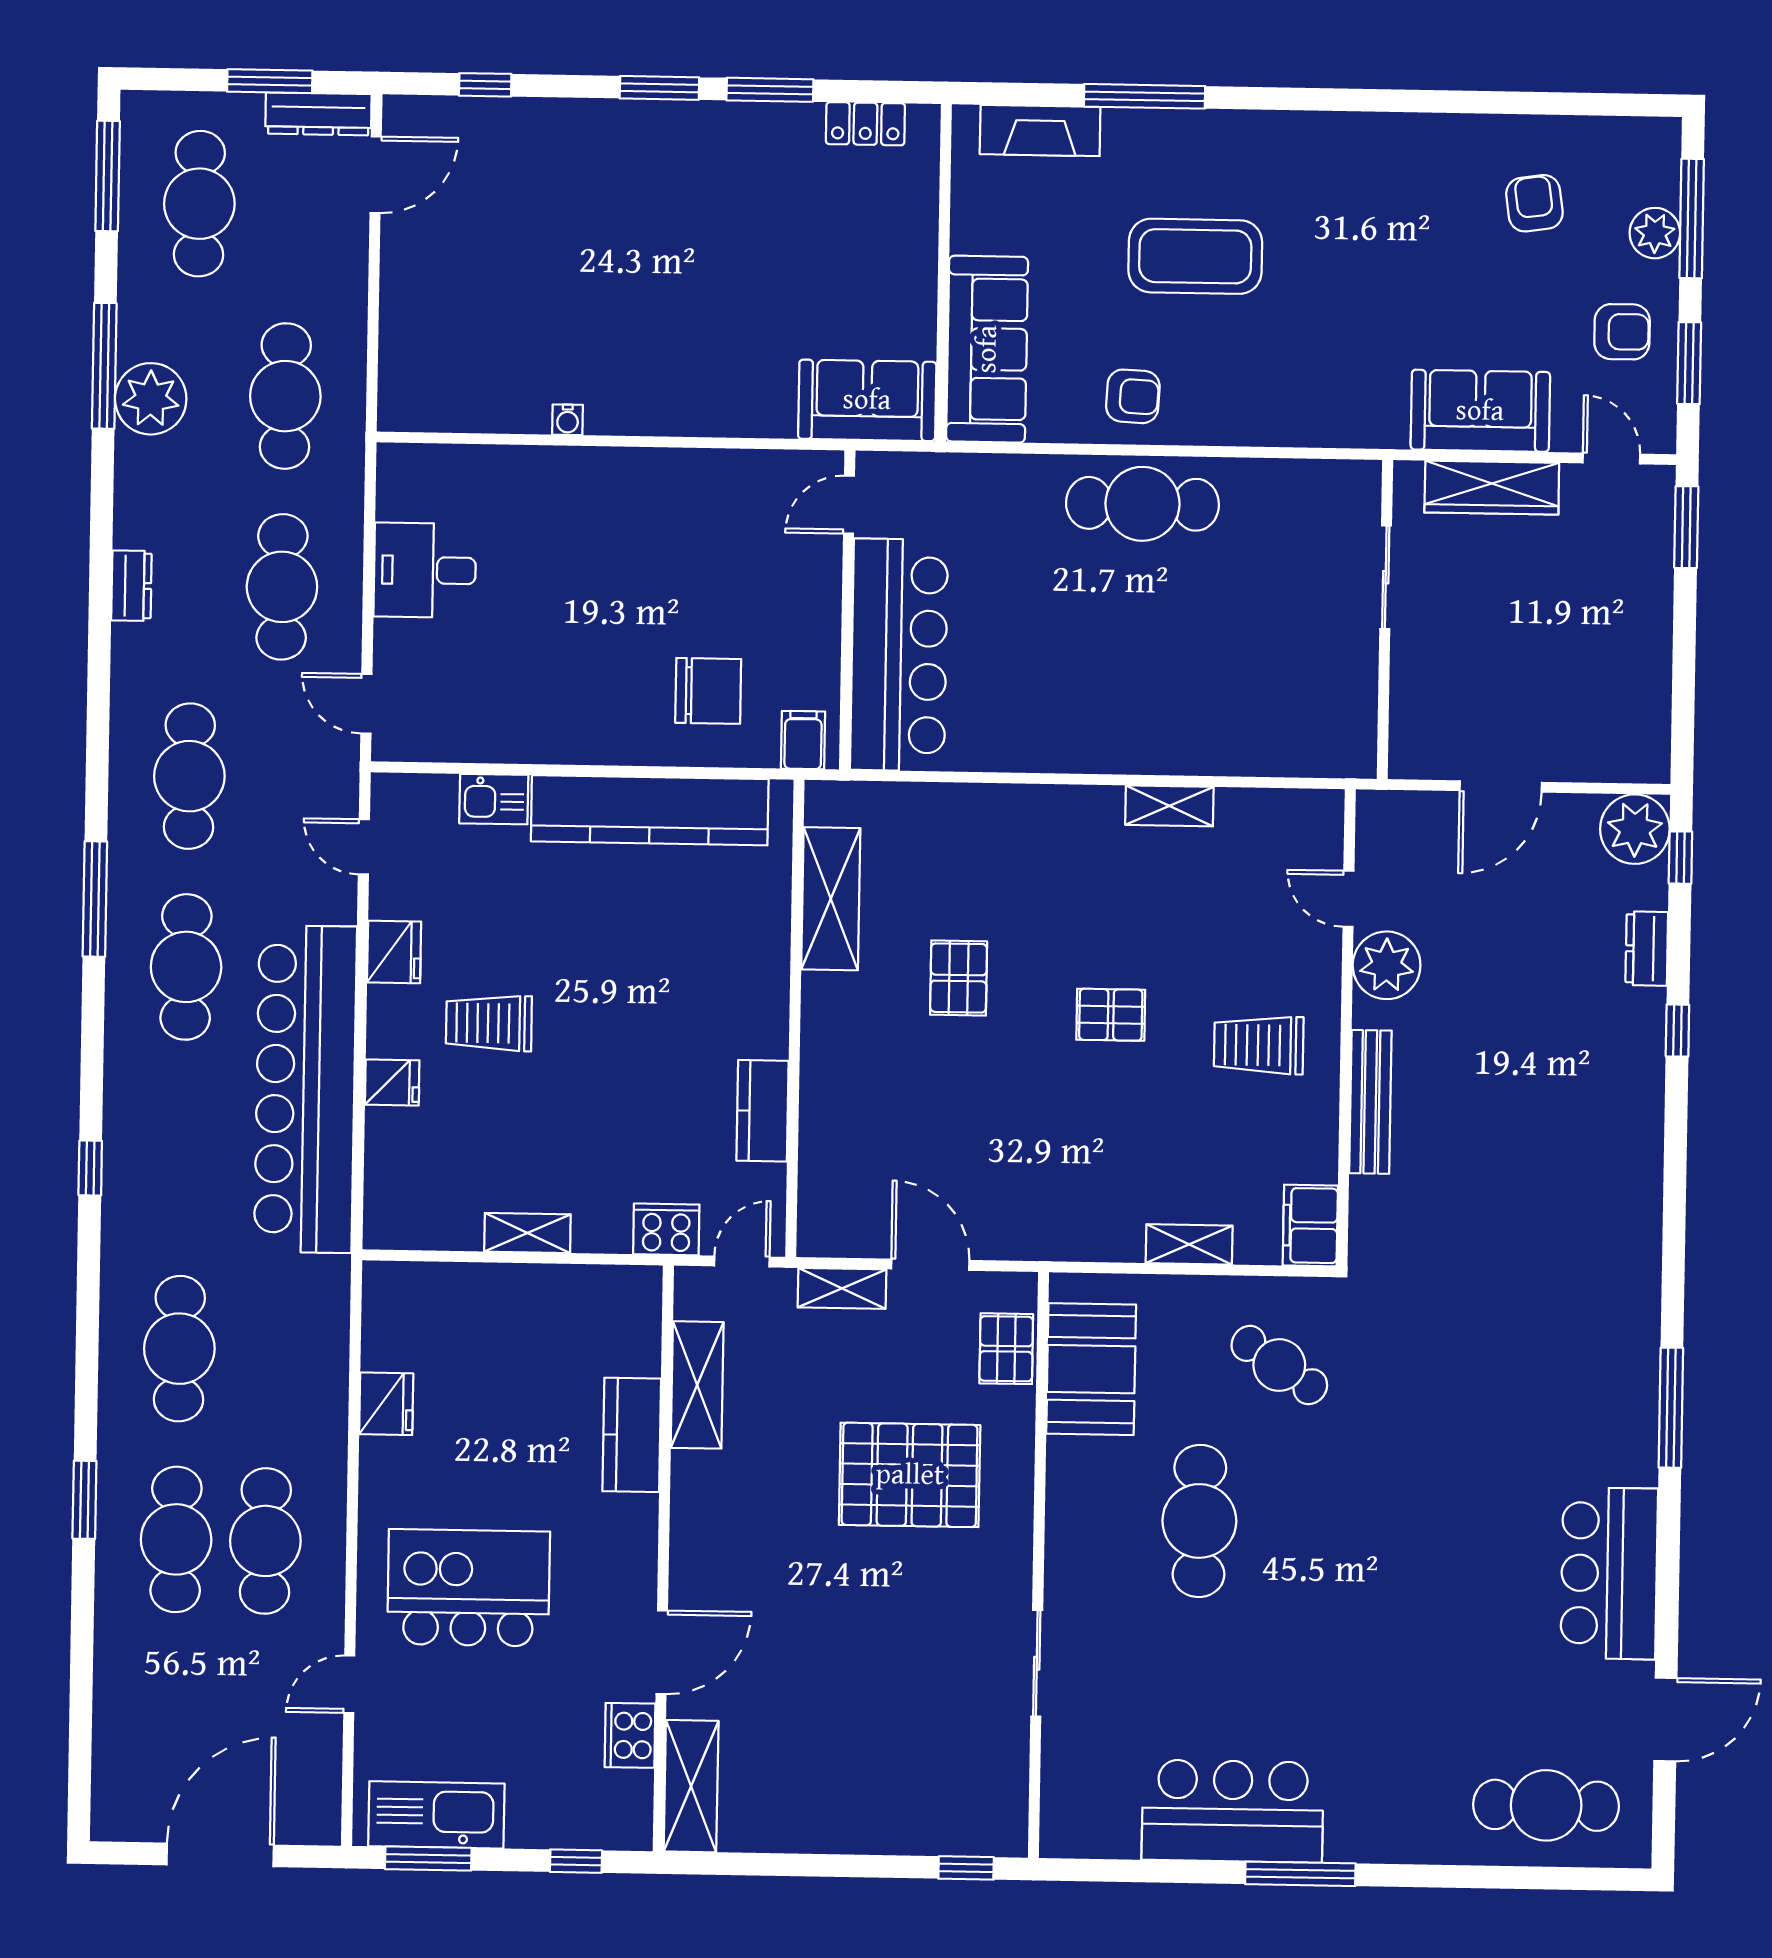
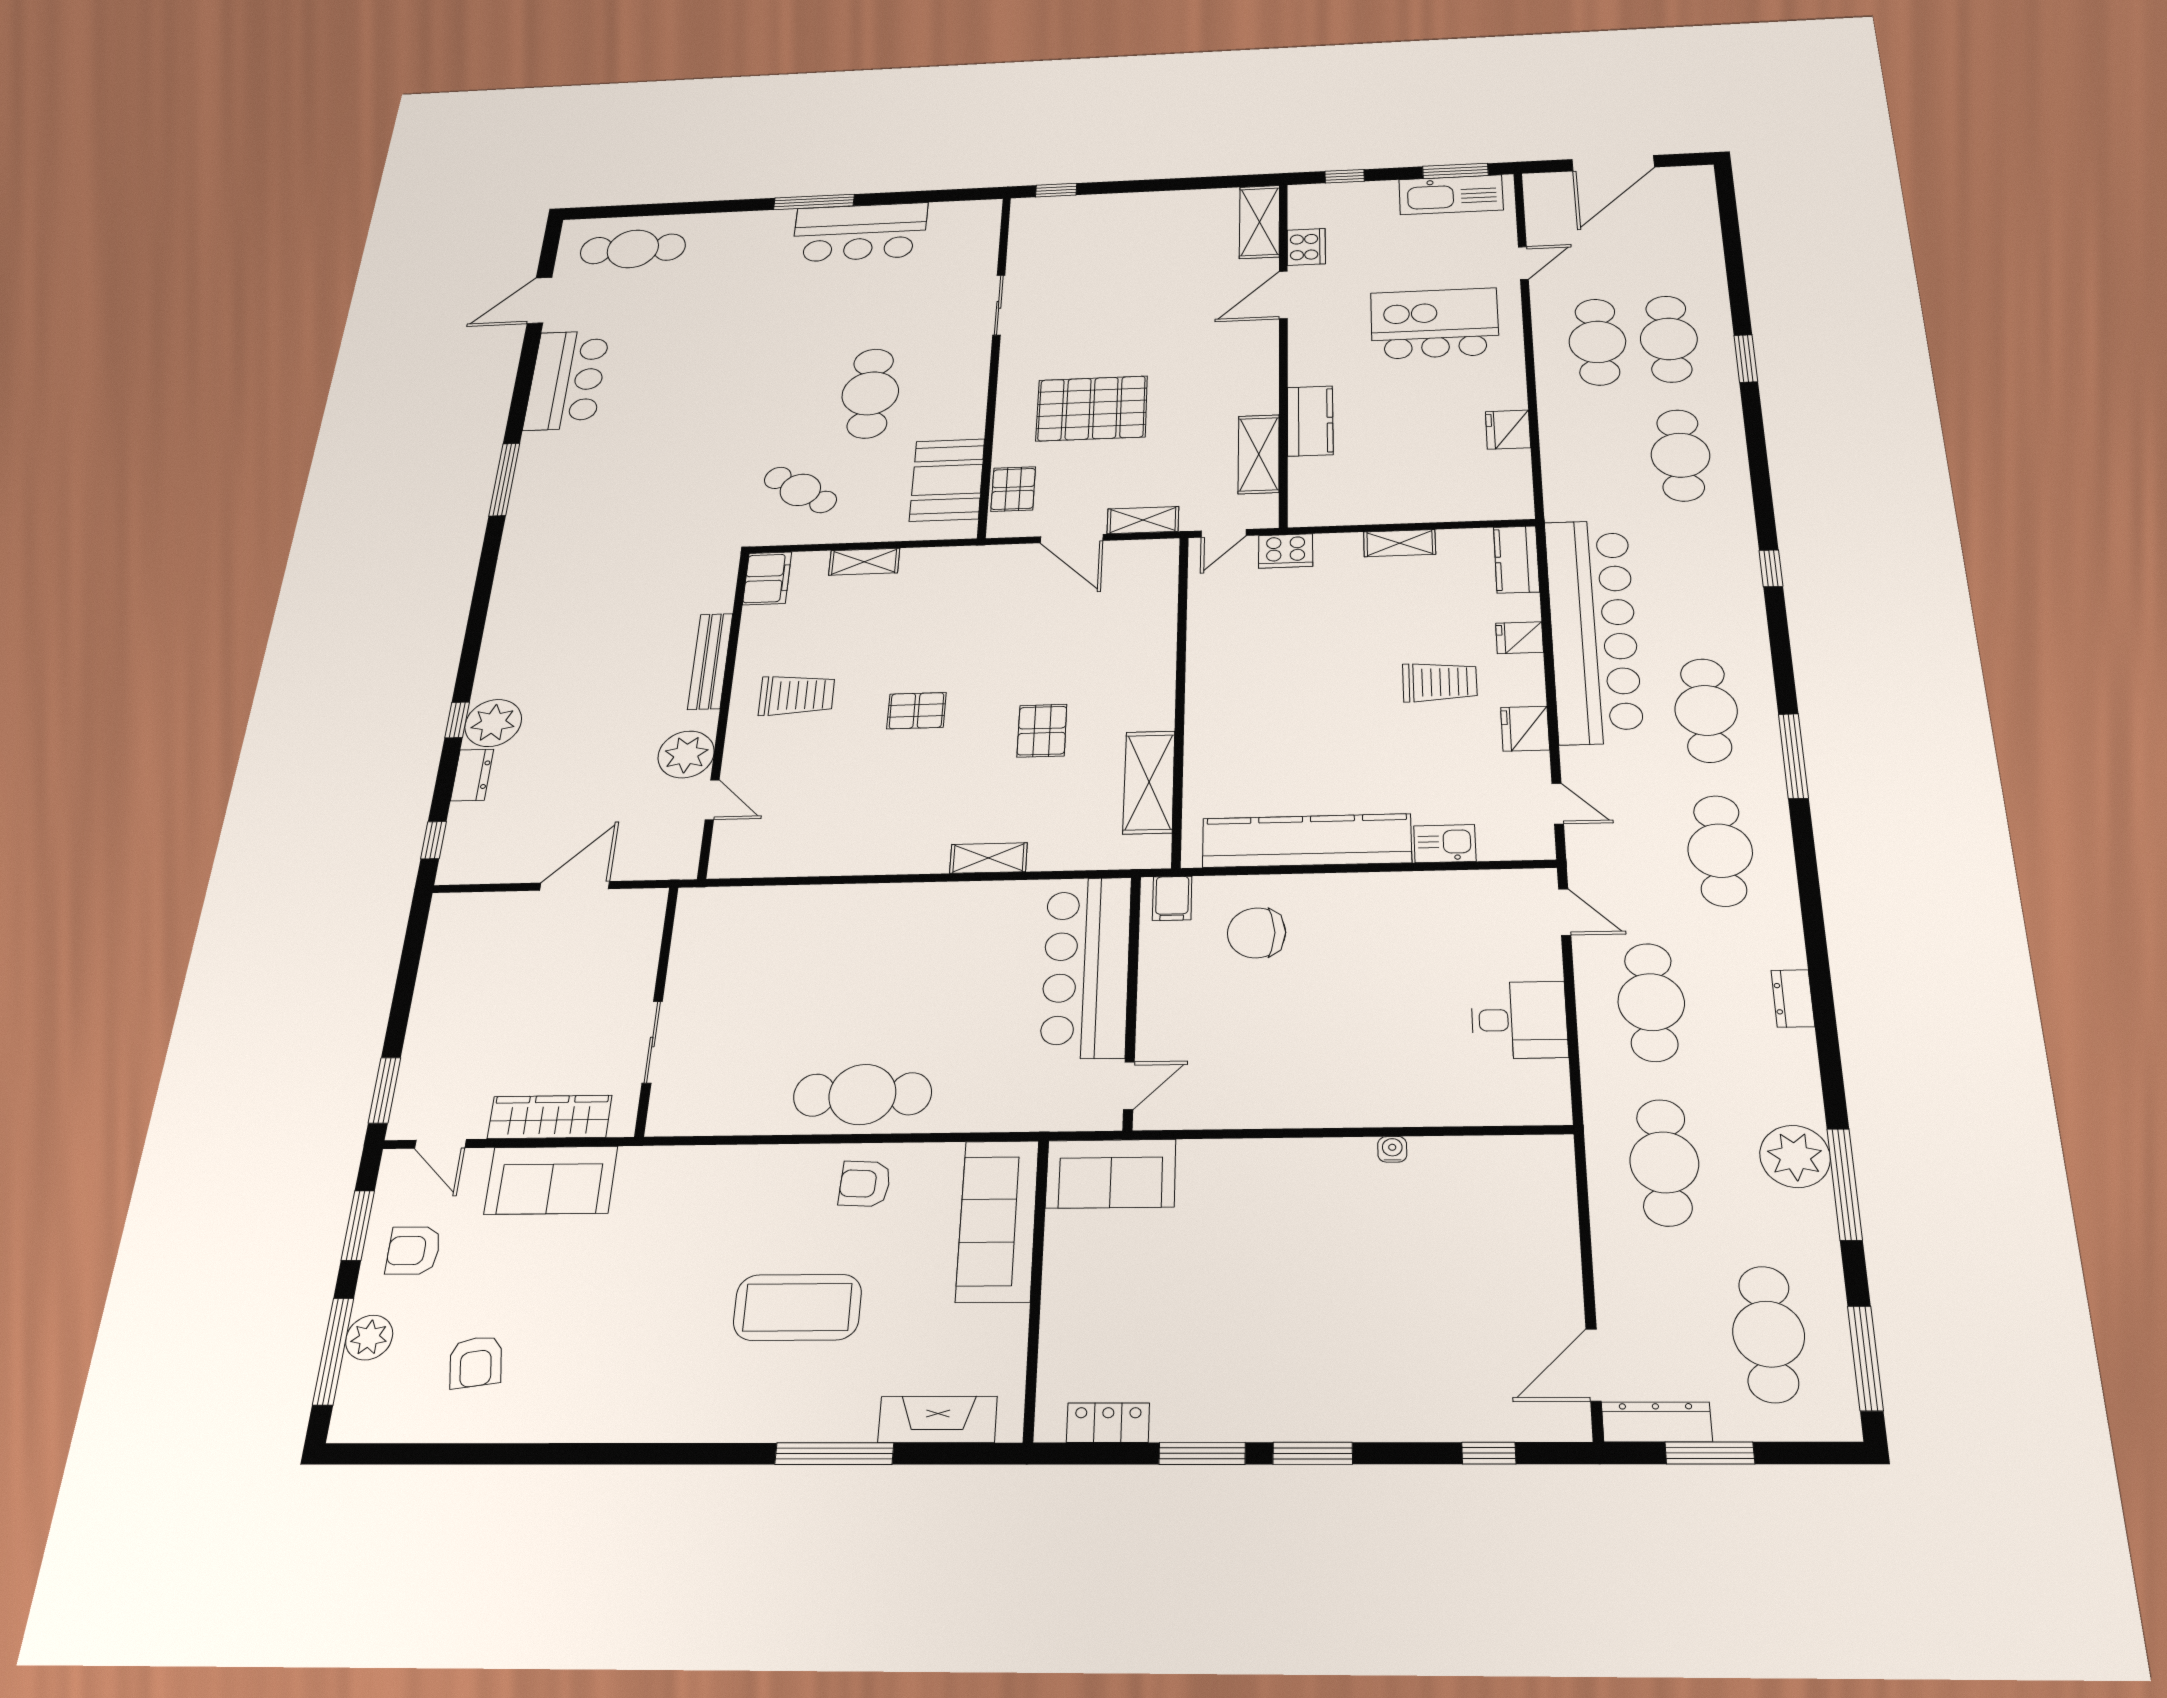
shelving: (1169, 806) -> (989, 858), moved
plant: (1635, 829) -> (493, 723), moved
kitchen counter: (763, 1111) -> (1517, 559), moved, turned 180
kitchen island: (469, 1588) -> (1435, 323), turned 180

